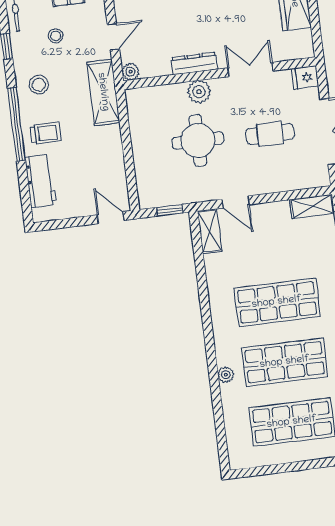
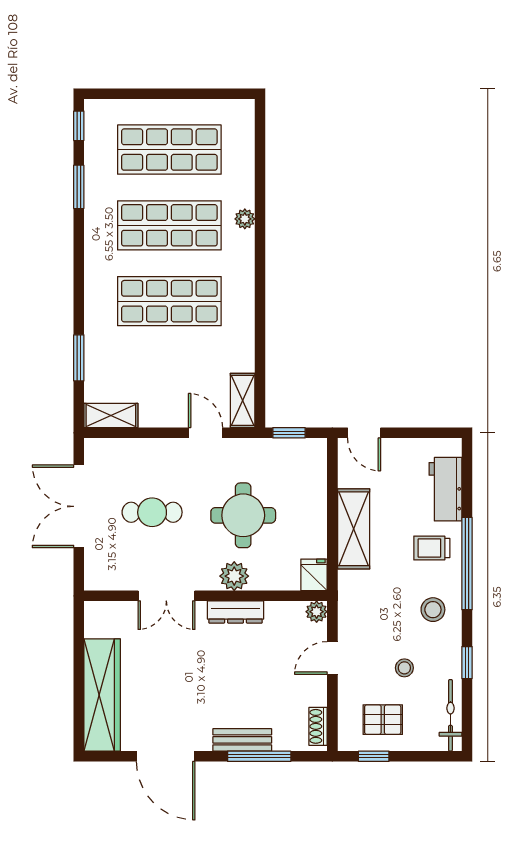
fridge: (305, 77) -> (314, 575), moved, turned -90
shelving: (103, 92) -> (354, 529), moved

